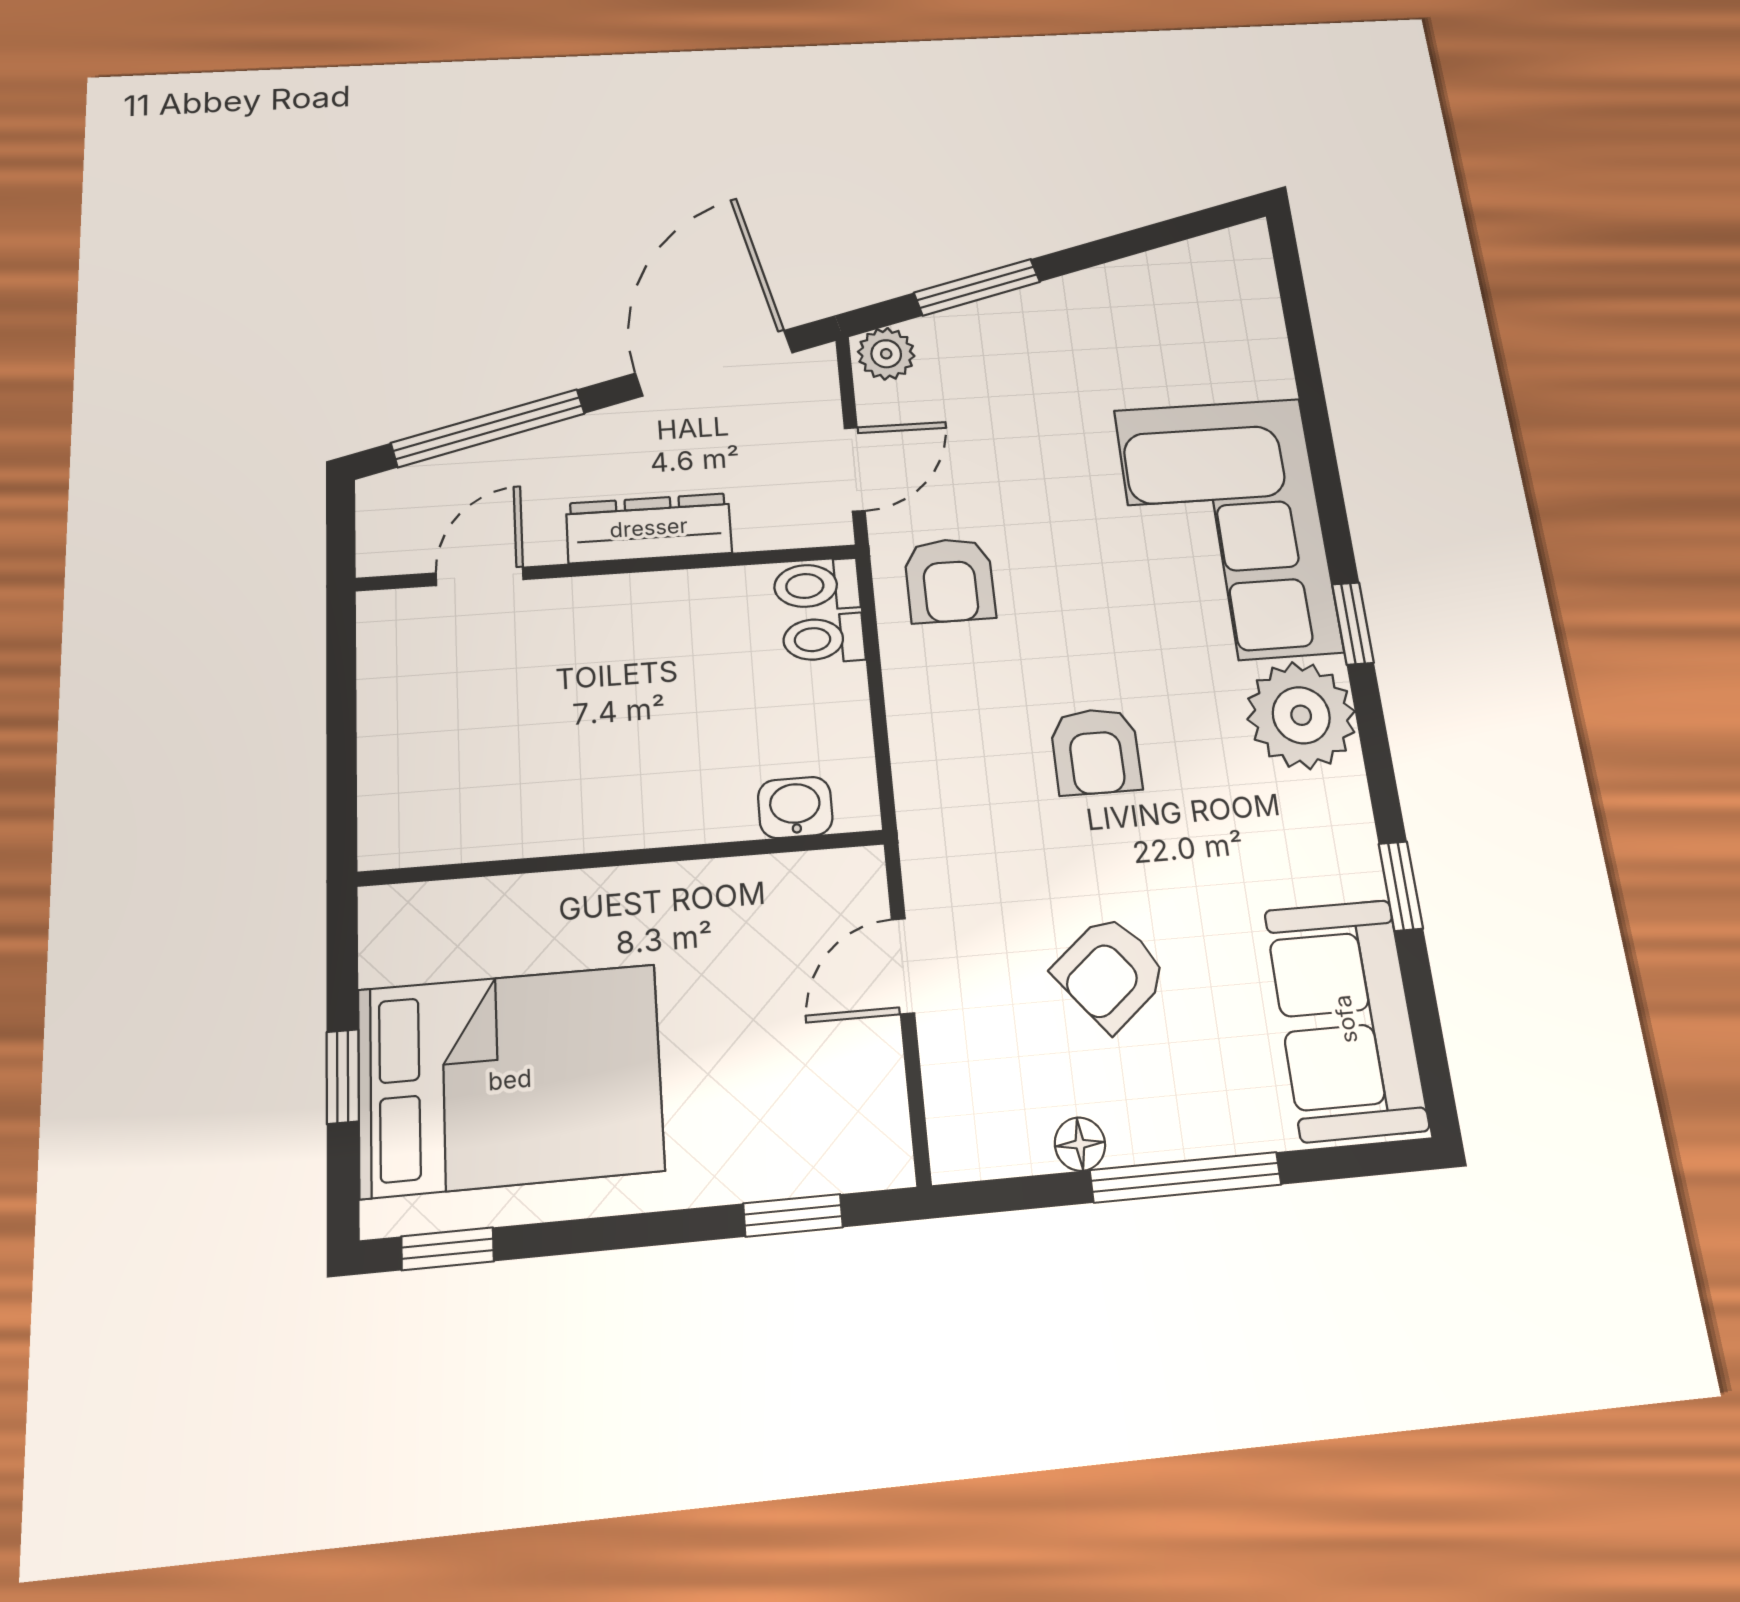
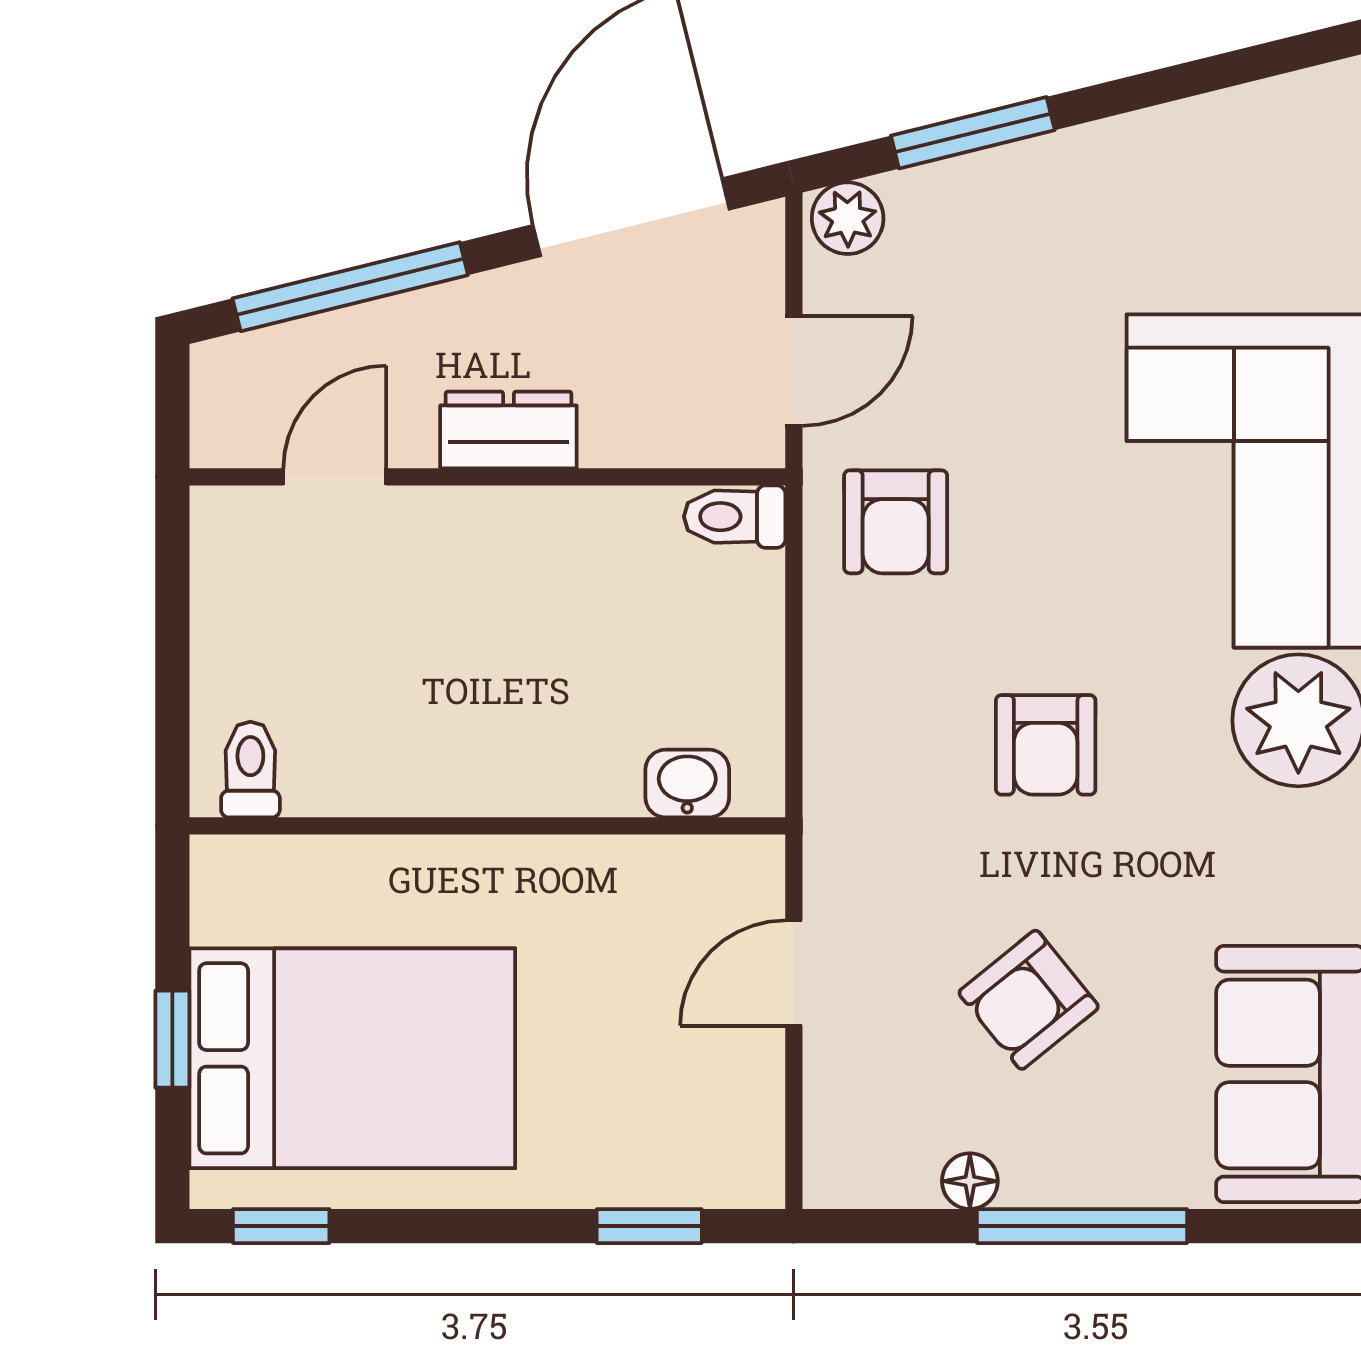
dresser: (649, 528) -> (508, 430), width x0.70
toilet: (824, 639) -> (250, 769), moved, turned 90

